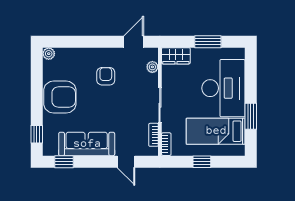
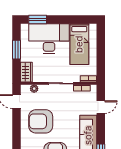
armchair: (106, 76) -> (41, 121), width x1.88, depth x1.88
window: (251, 116) -> (38, 19), moved
window: (202, 162) -> (101, 54), removed

